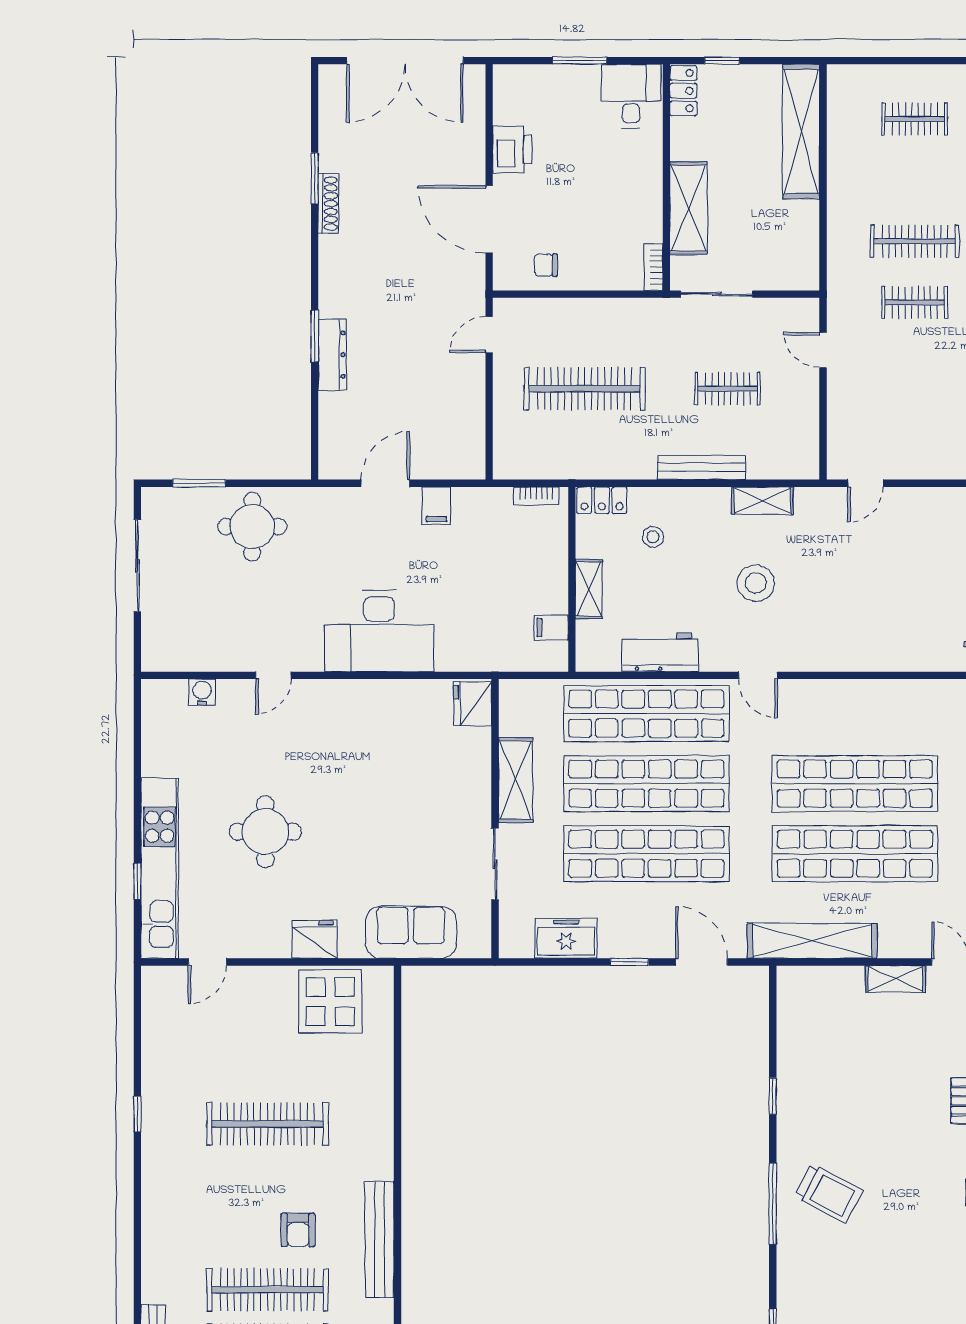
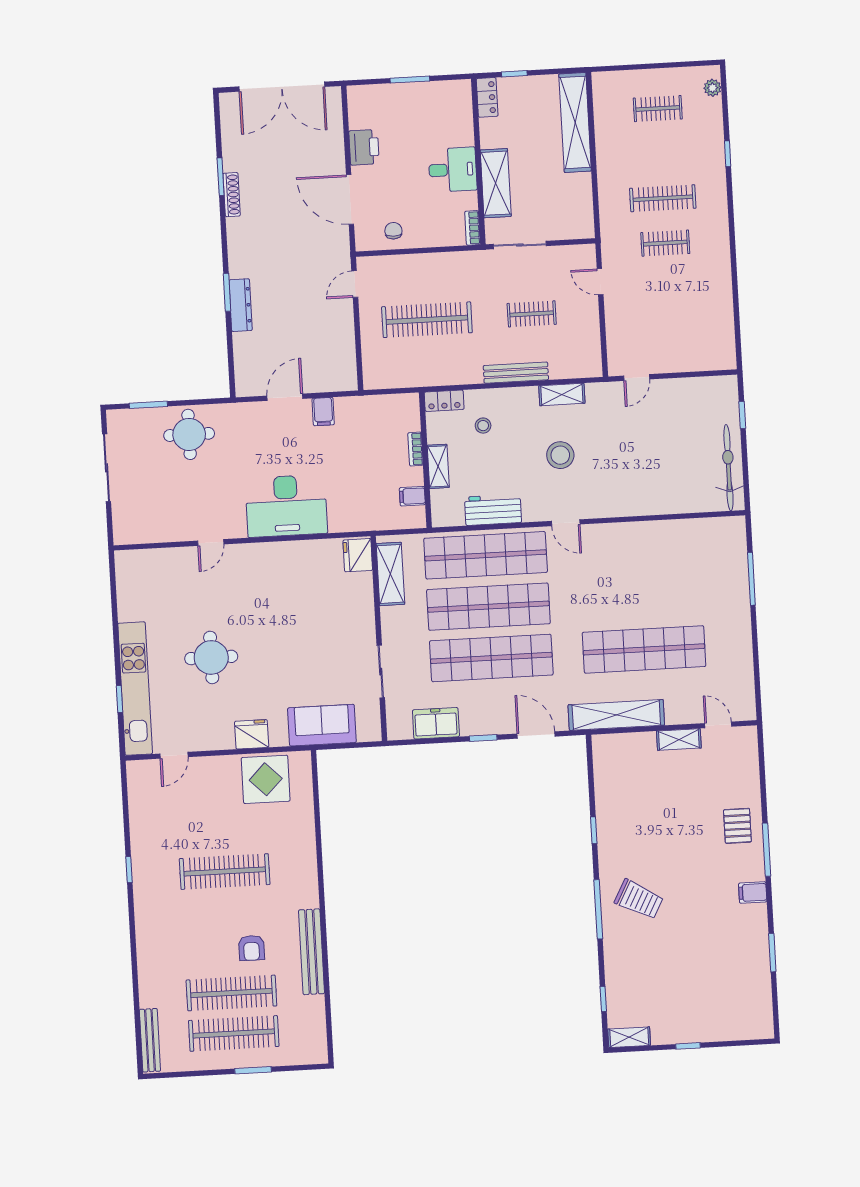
desk: (631, 96) -> (453, 170), moved, turned 90
chair: (546, 265) -> (393, 231), turned 90
bookcase: (536, 496) -> (415, 449), moved, turned 90
water cooler: (202, 692) -> (159, 558), removed
shelving: (516, 780) -> (390, 574), moved
shop shelf: (855, 784) -> (641, 598), removed

